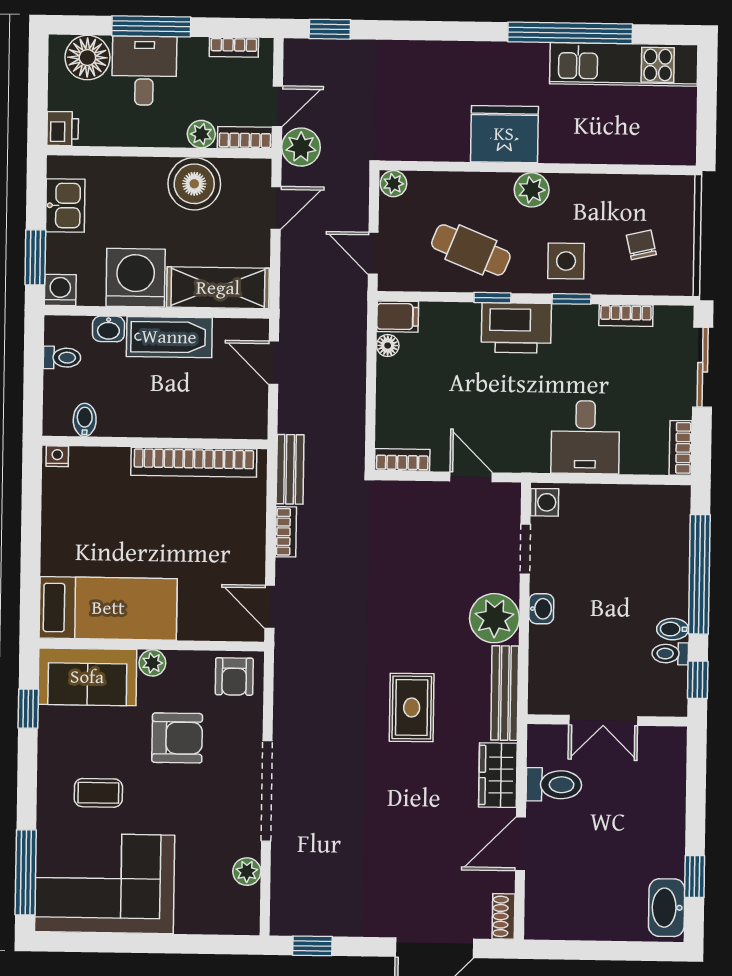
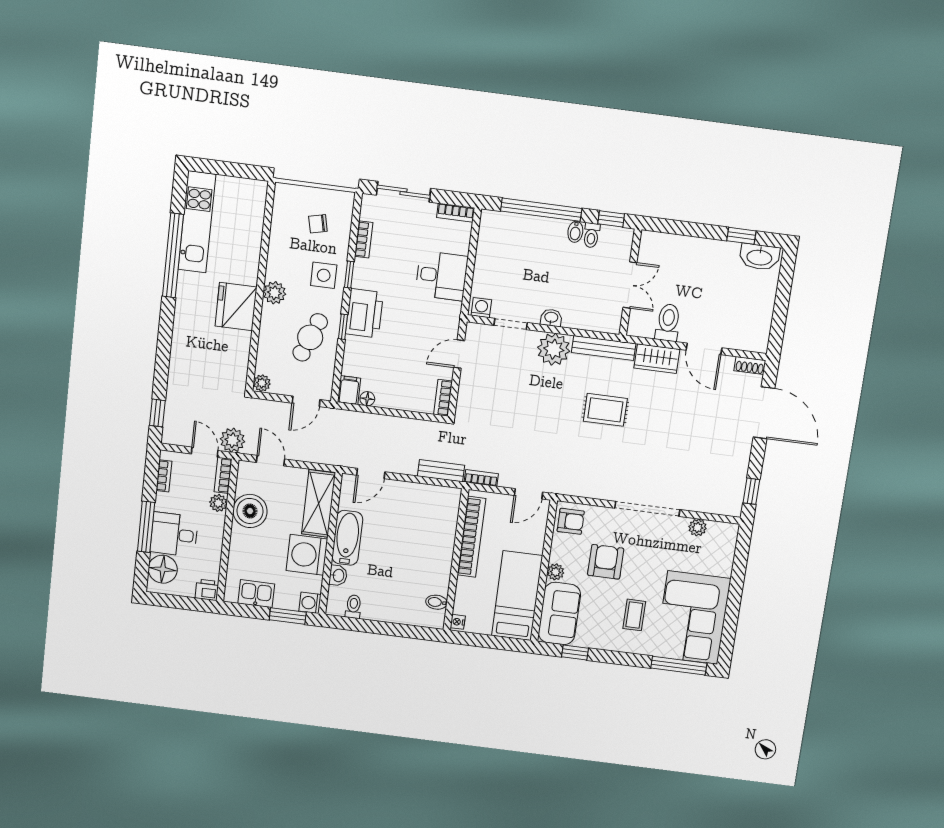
bidet: (85, 420) -> (436, 602), moved
wall: (155, 442) -> (456, 560), moved
nightstand: (57, 456) -> (458, 622), moved
bookcase: (194, 462) -> (472, 537), moved

